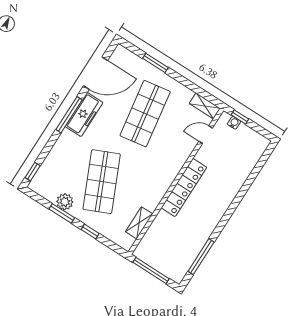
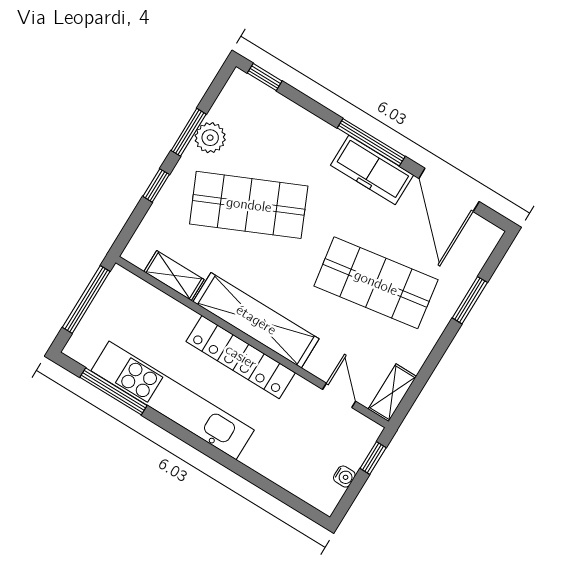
water cooler: (234, 123) -> (344, 477), moved
shelving: (164, 179) -> (256, 320), added
kitchen unit: (207, 225) -> (173, 400), added

